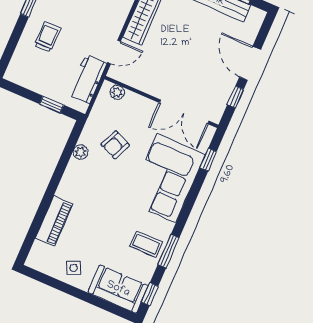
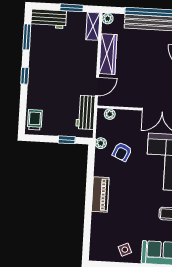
trolley: (48, 37) -> (35, 120), moved
plant: (81, 152) -> (101, 143), moved
piano: (54, 221) -> (100, 194), moved

